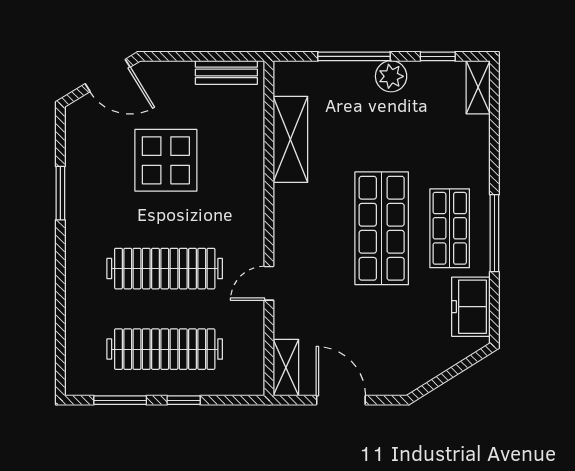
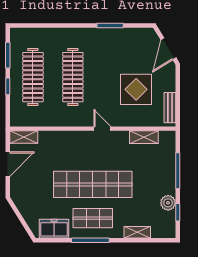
plant: (391, 76) -> (168, 203), moved
shelving: (478, 87) -> (137, 232), moved
shelving: (290, 139) -> (144, 137), width x0.67, depth x0.75
display table: (166, 160) -> (136, 89), moved
shop shelf: (382, 228) -> (93, 184), width x1.40
door: (269, 283) -> (102, 129), moved

